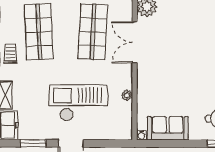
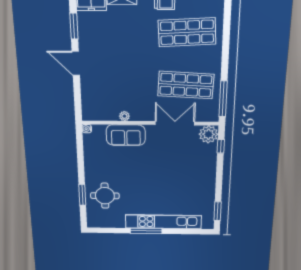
checkout: (78, 103) -> (116, 71), removed
sofa: (168, 128) -> (126, 135), moved, turned 90

